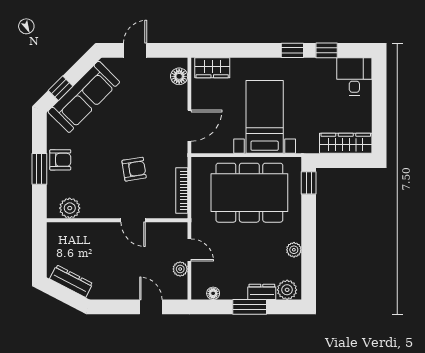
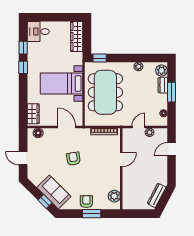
sofa: (84, 97) -> (54, 192), width x0.73
armchair: (134, 169) -> (73, 159), moved

